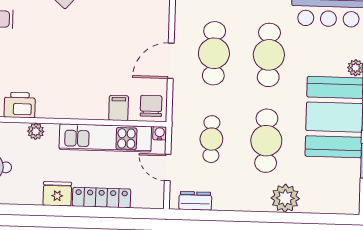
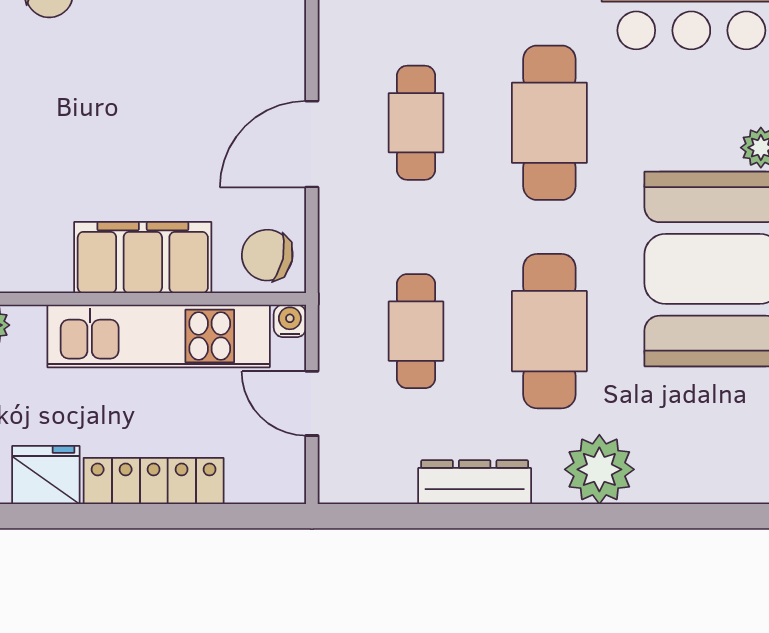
cafe table: (214, 53) -> (416, 123), width x0.73, depth x0.74
chair: (151, 106) -> (267, 255), turned -78
filing cabinet: (119, 108) -> (143, 258), width x3.00, depth x1.17
dresser: (195, 201) -> (475, 482), moved, width x1.44

